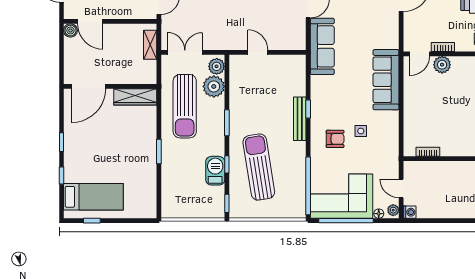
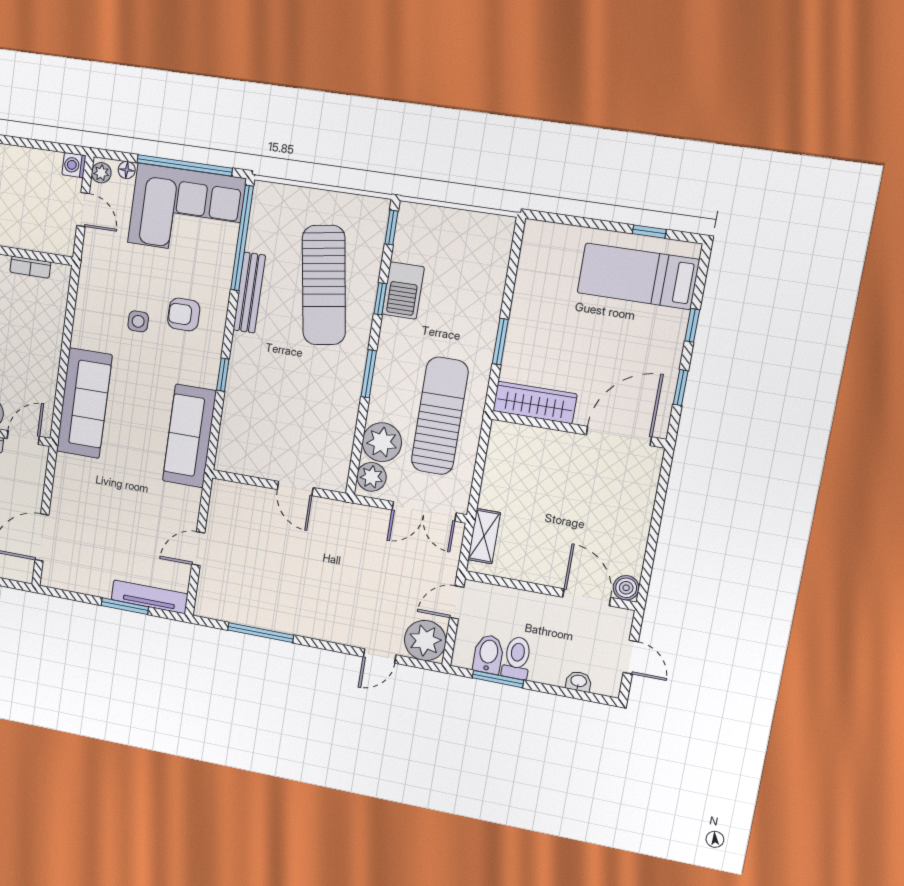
sofa: (322, 46) -> (189, 436), moved
door: (89, 86) -> (619, 436), moved
wall: (110, 86) -> (578, 429), moved
wardrobe: (135, 97) -> (535, 402), moved
bench: (300, 119) -> (249, 293), moved

